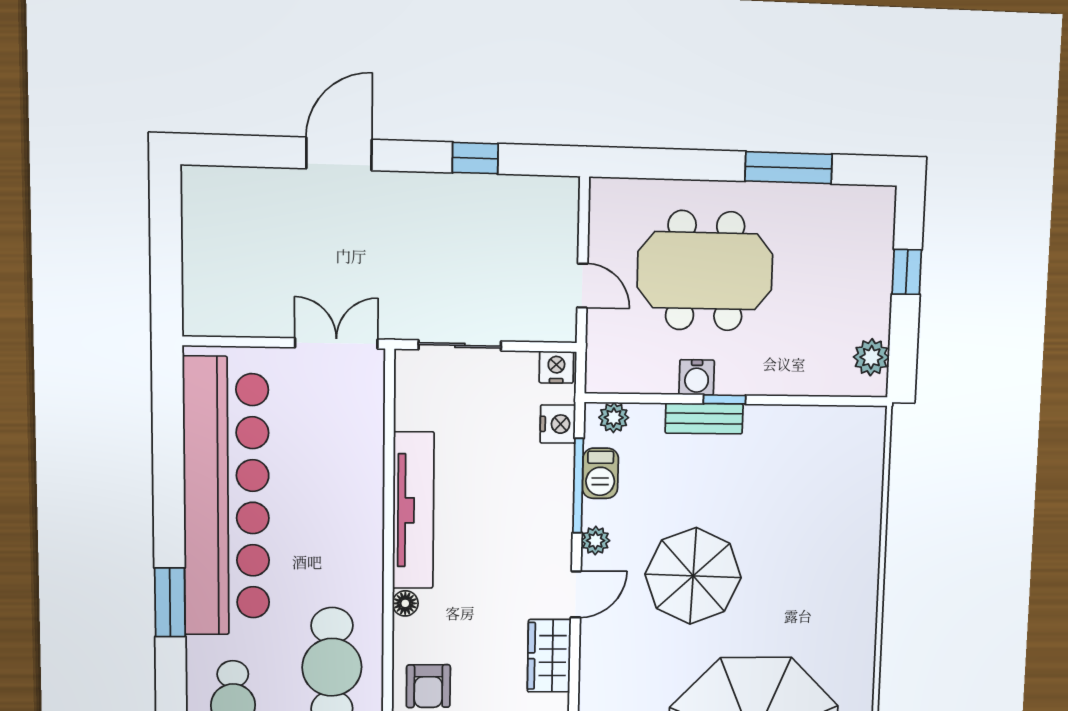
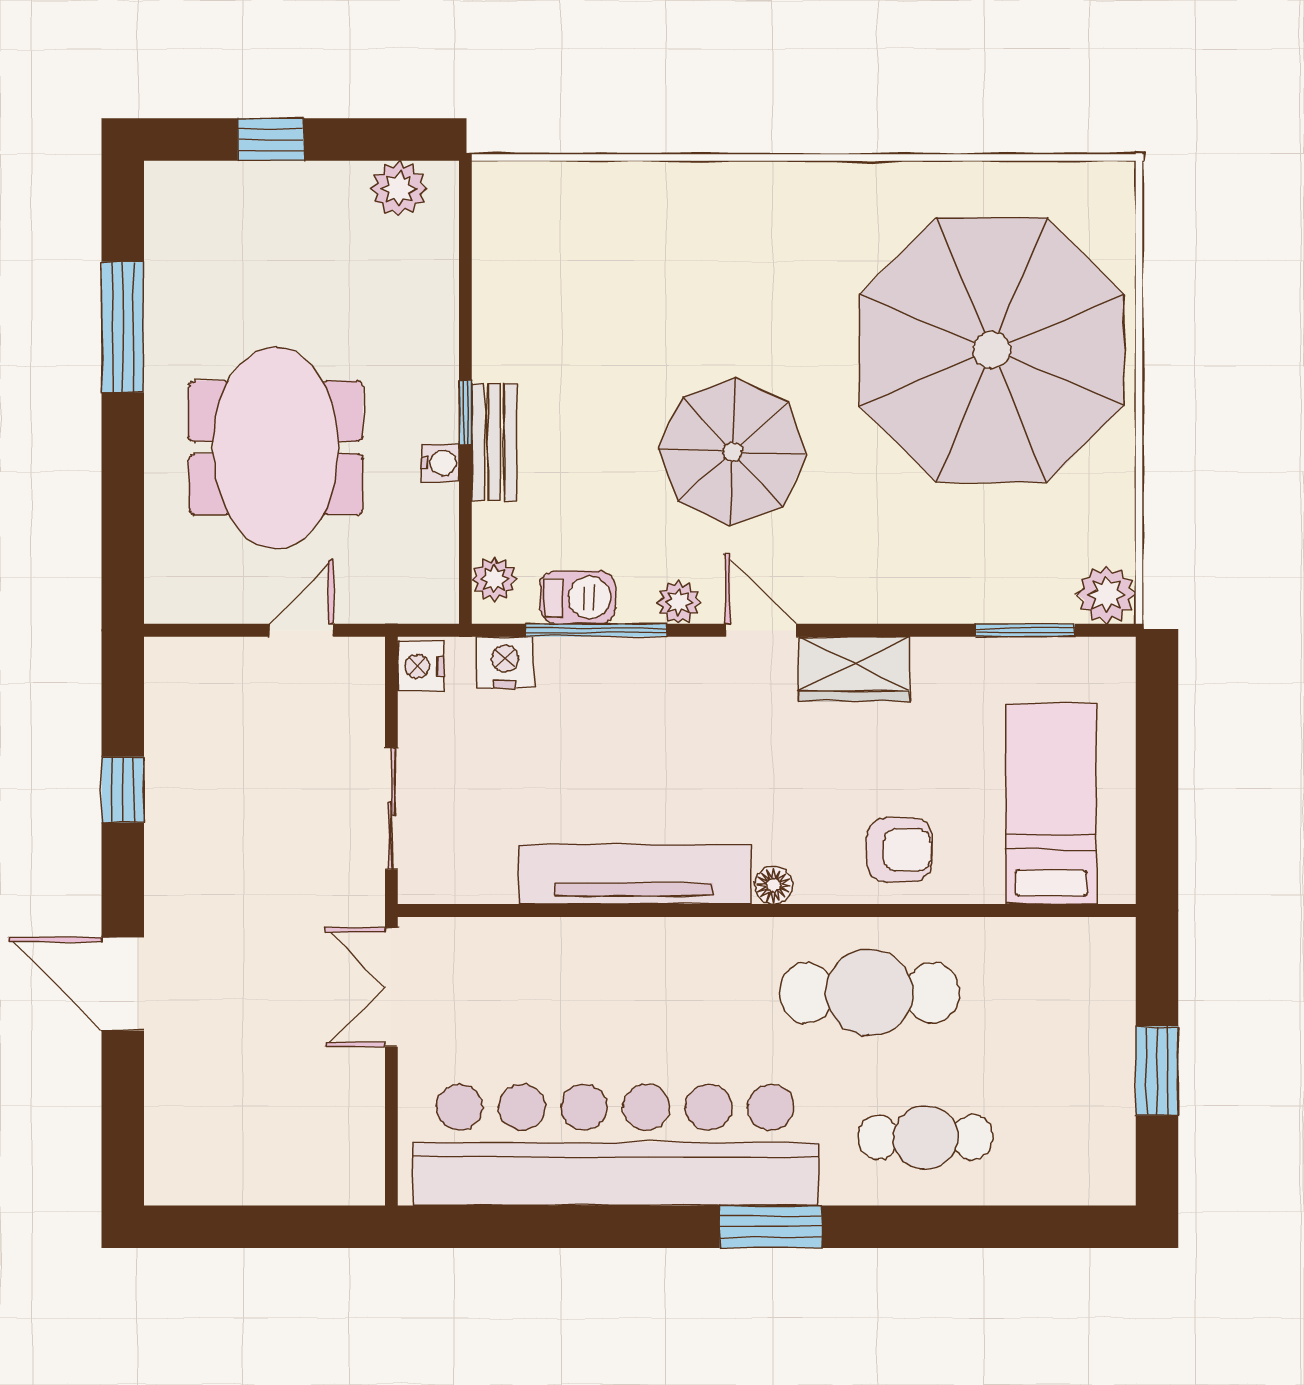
water cooler: (697, 377) -> (440, 463), width x0.72, depth x0.72

